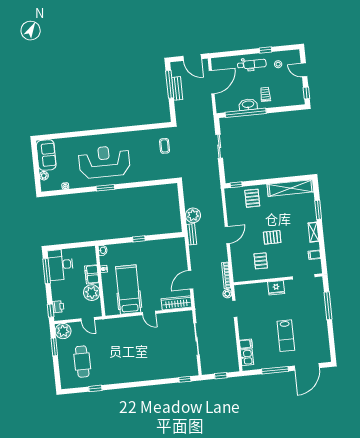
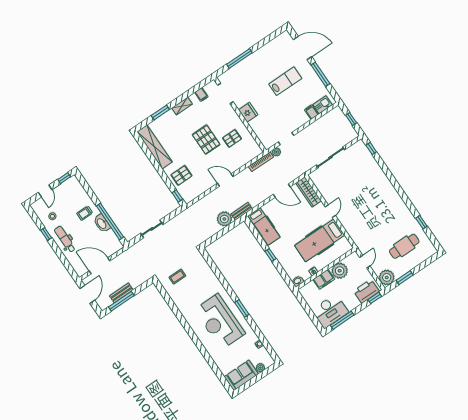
pallet: (272, 237) -> (206, 140), width x1.50, depth x1.42
hospital bed: (167, 247) -> (264, 226), added
printer: (58, 307) -> (366, 291), width x1.87, depth x1.48

